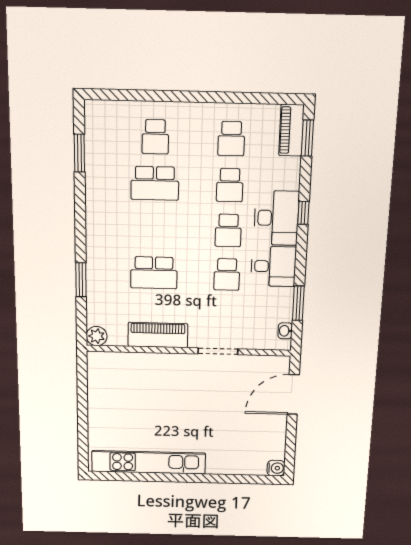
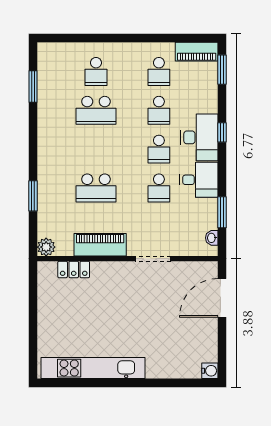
piano: (291, 130) -> (197, 52), moved, turned -90
locker: (128, 361) -> (74, 269), added

